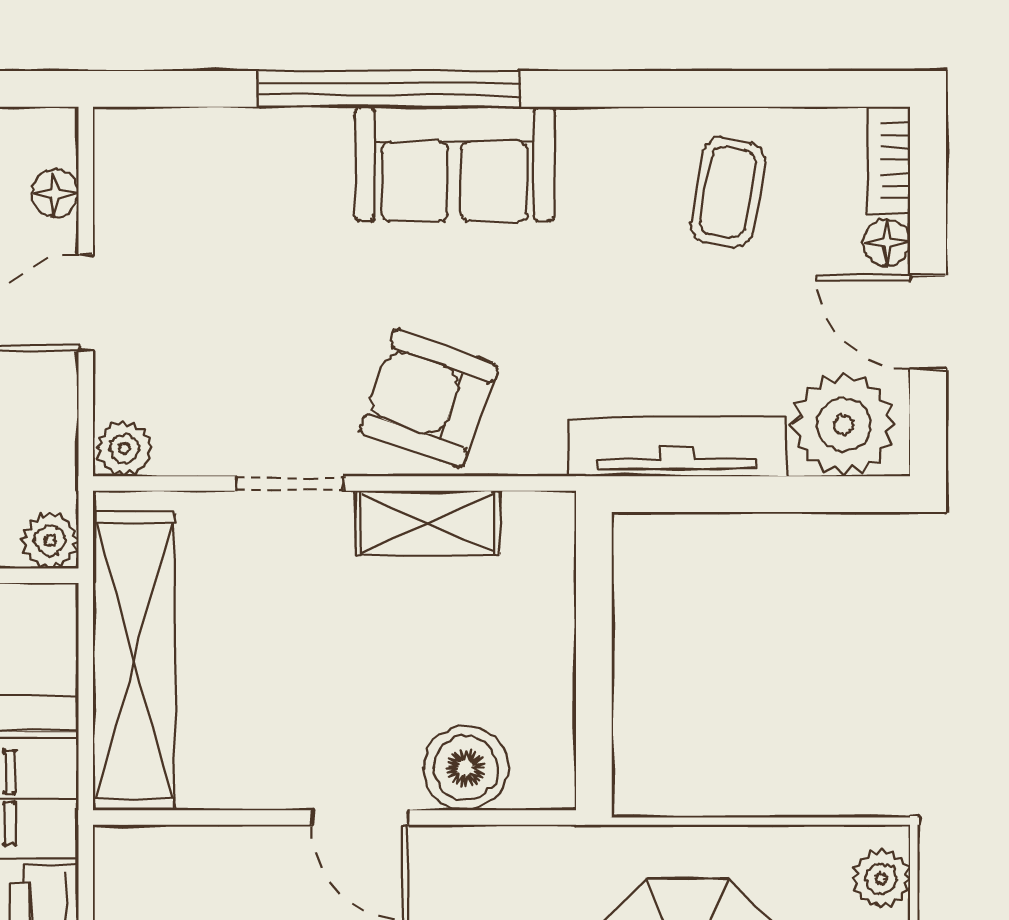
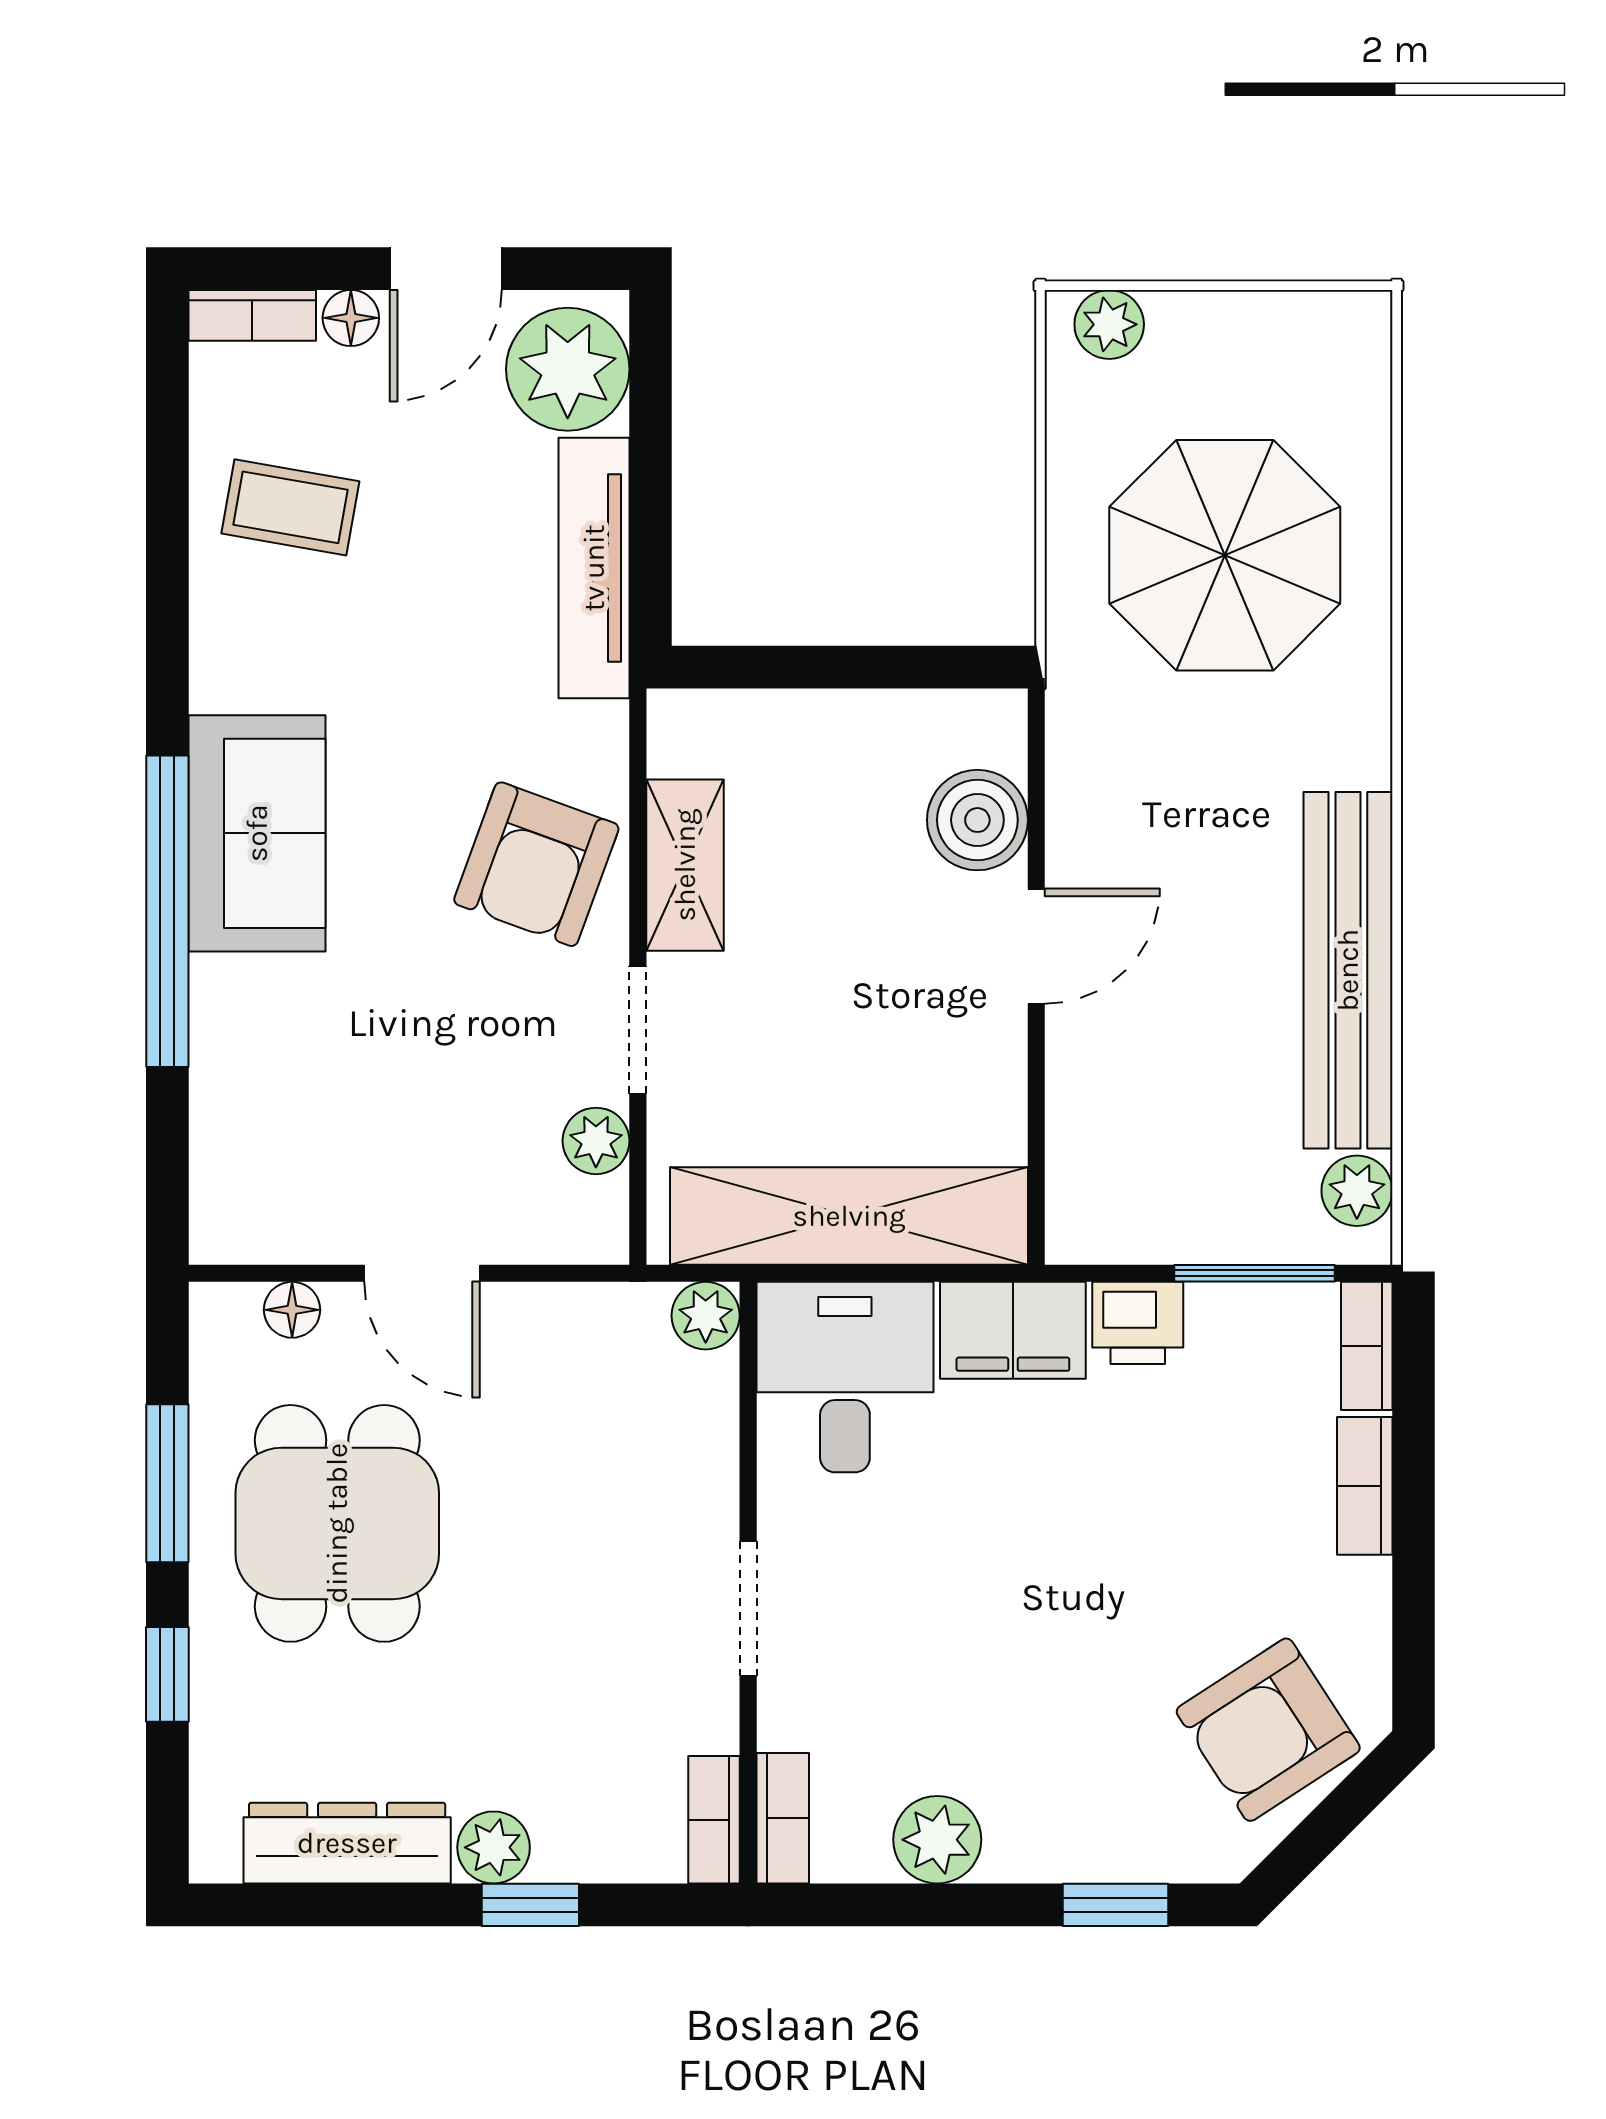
plant: (124, 448) -> (596, 1141), moved

